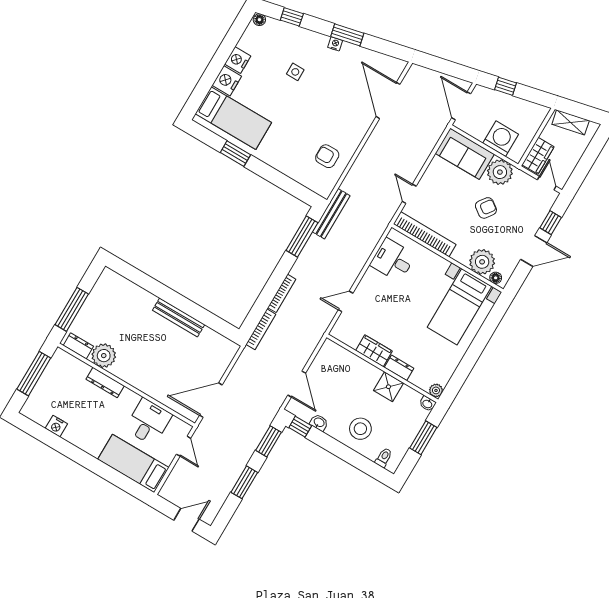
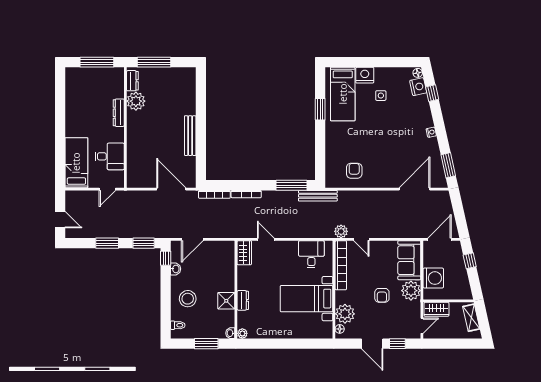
window: (347, 35) -> (448, 165), moved
nightstand: (238, 60) -> (418, 87), moved, turned 77
side table: (295, 72) -> (381, 96), moved
door: (409, 194) -> (361, 239), swing flipped
armchair: (486, 208) -> (382, 295), turned 54
plant: (387, 211) -> (341, 231), added
bed with nightstands: (459, 307) -> (307, 299), moved
wardrobe: (374, 351) -> (244, 253), moved
door: (211, 400) -> (171, 189), moved
nightstand: (56, 426) -> (71, 97), removed

